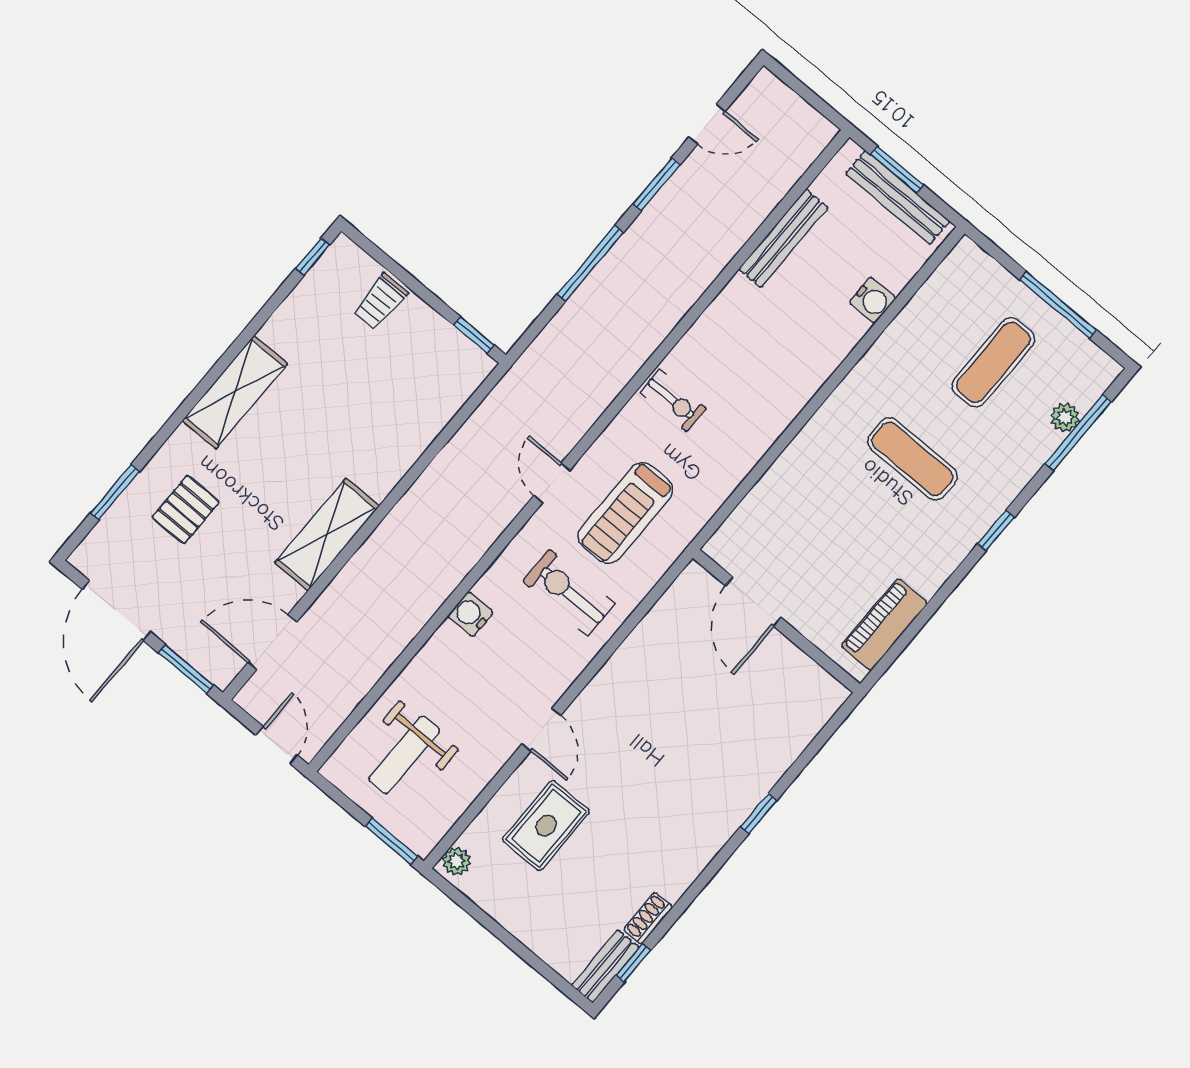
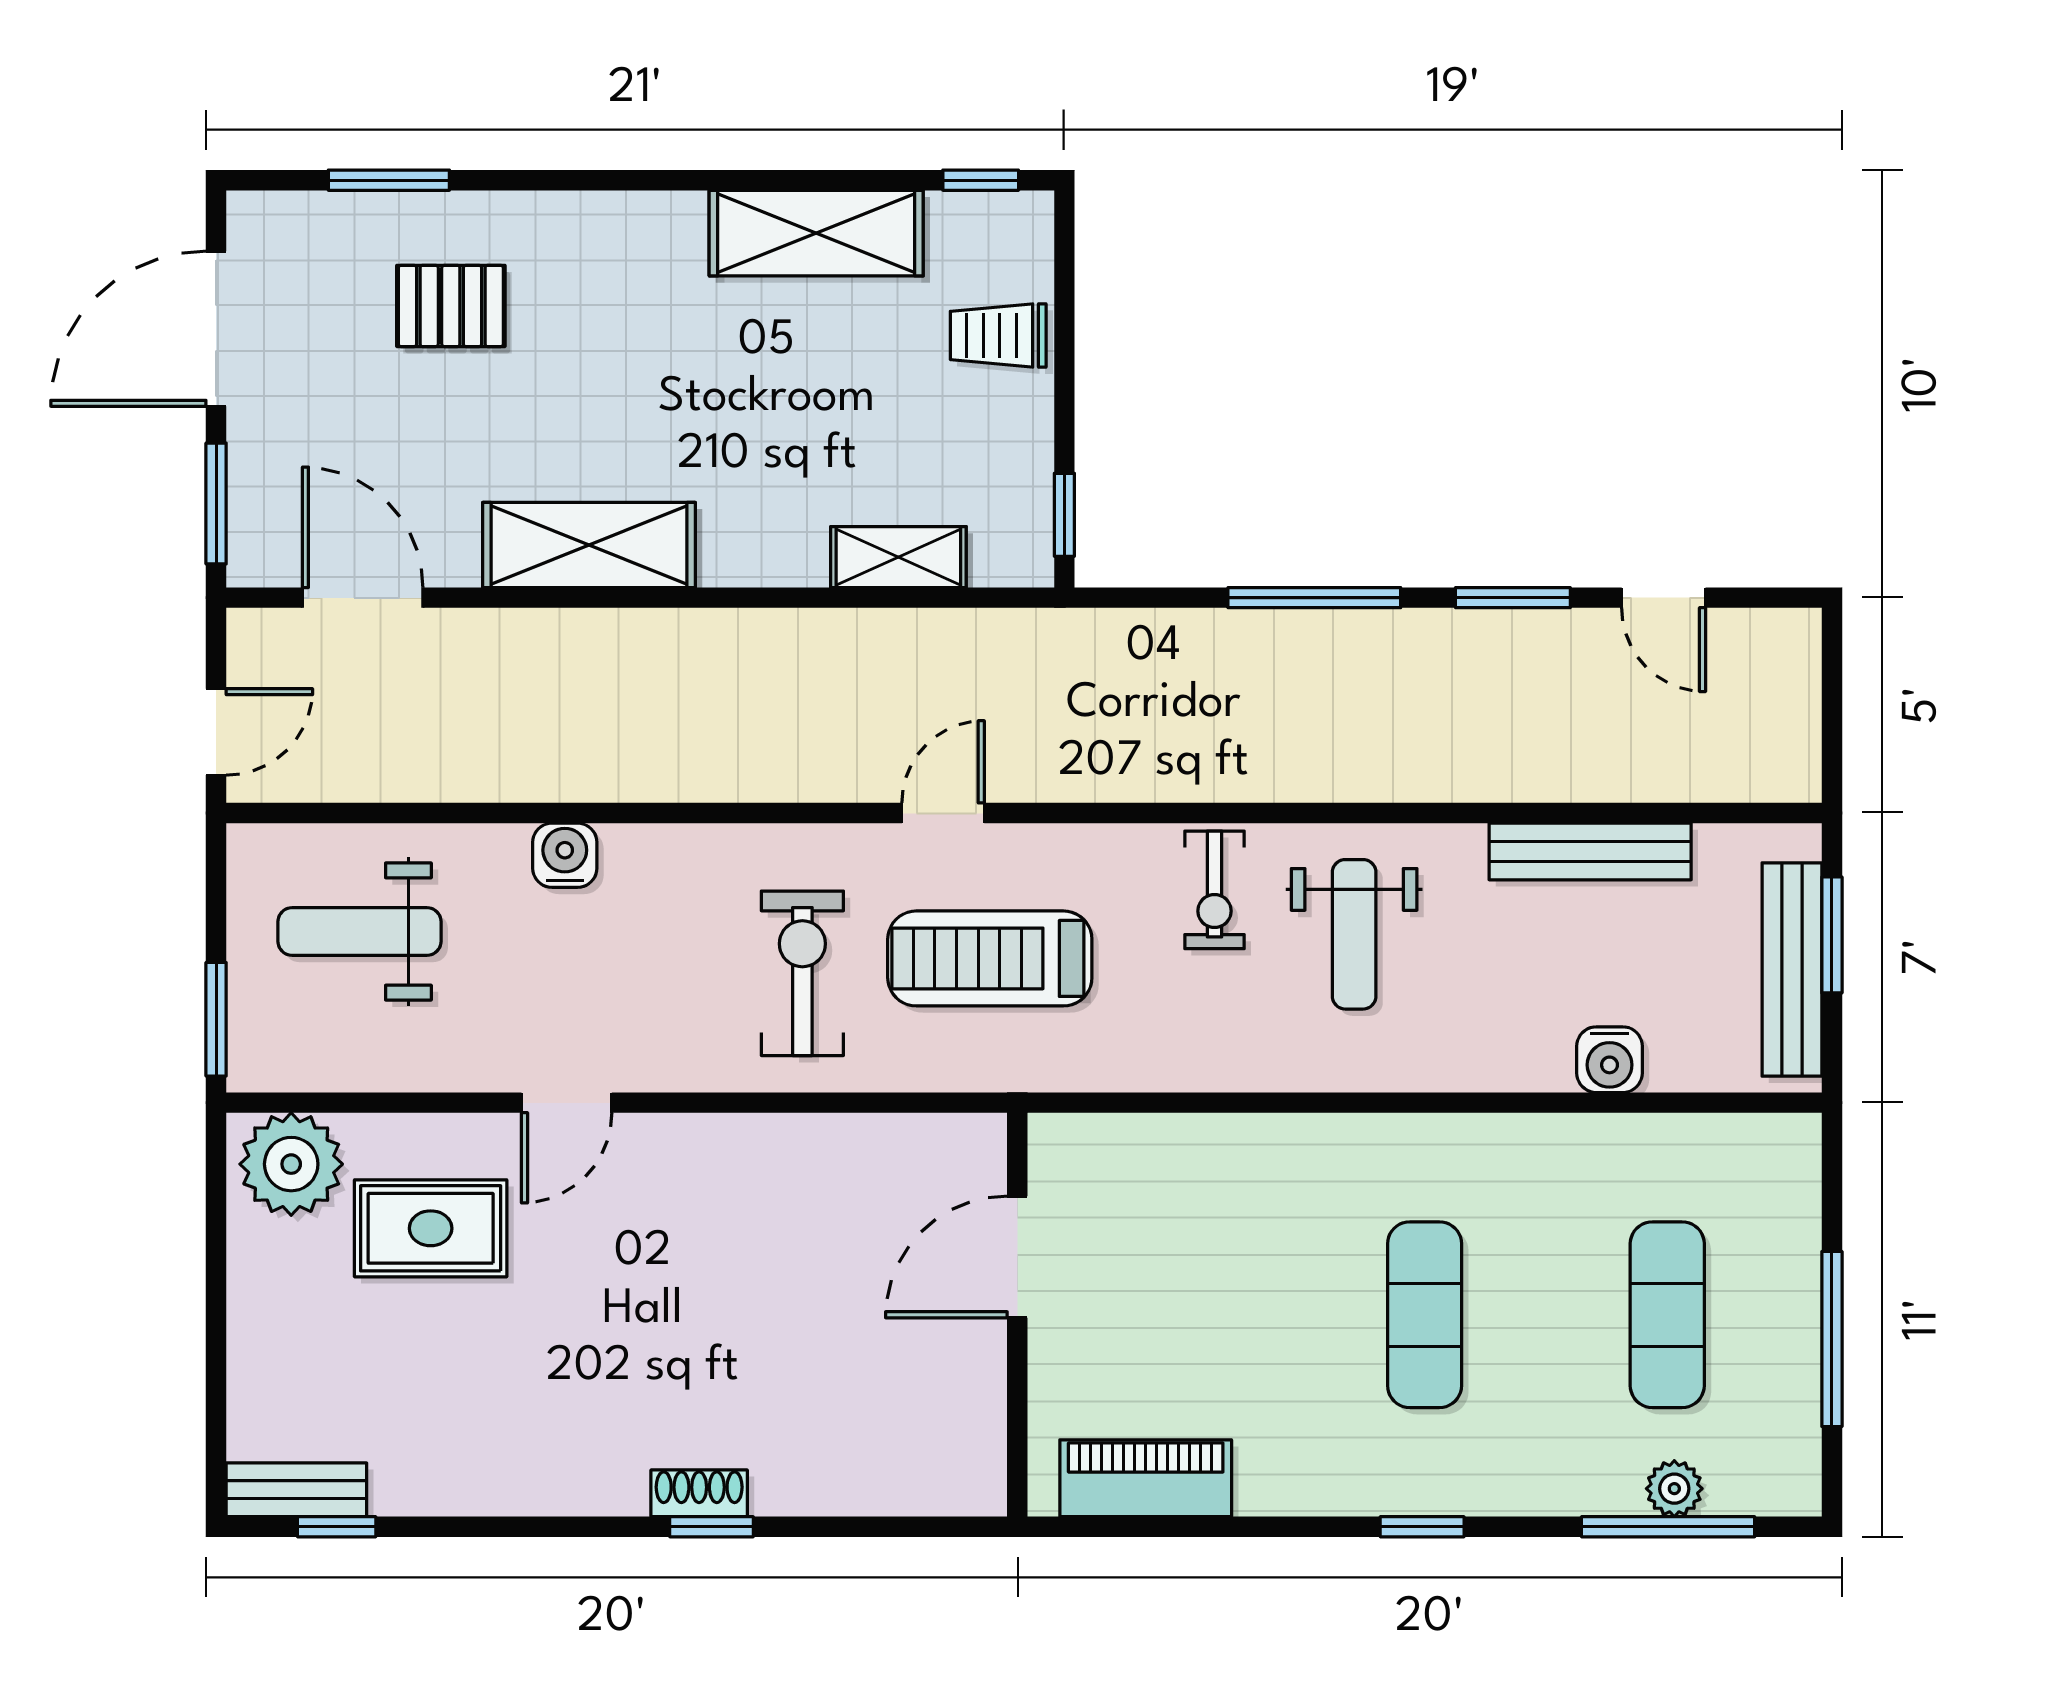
weight bench: (737, 360) -> (1354, 934), added
exercise mat: (993, 362) -> (1667, 1315), turned 90
shelving: (235, 392) -> (816, 233), moved
shelving: (435, 415) -> (898, 557), added
water cooler: (471, 614) -> (565, 855), moved
plant: (456, 861) -> (291, 1164), width x1.88, depth x1.88
shoe rack: (648, 918) -> (699, 1493), moved

